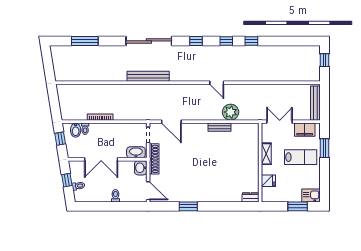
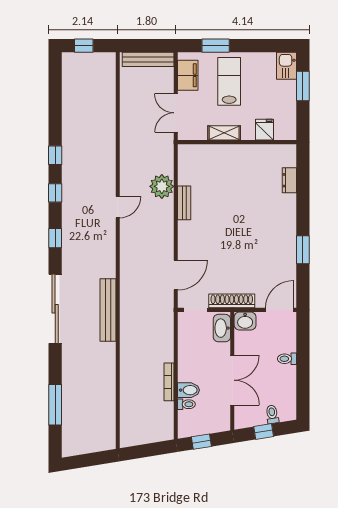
bidet: (76, 130) -> (189, 390), moved
dresser: (250, 197) -> (289, 180), moved

